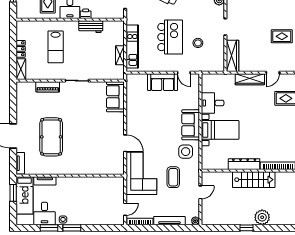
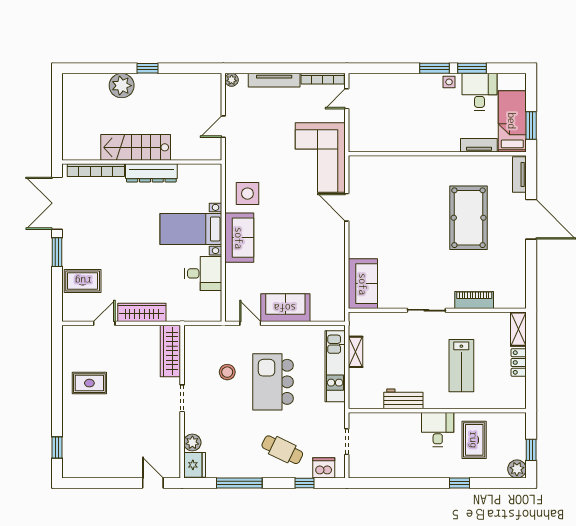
printer: (86, 14) -> (412, 420), removed
lab bench: (56, 47) -> (461, 366), turned 180
coffee table: (173, 177) -> (268, 151), removed

